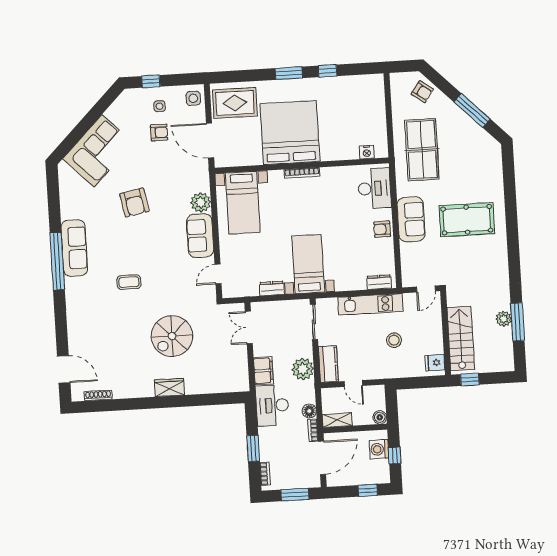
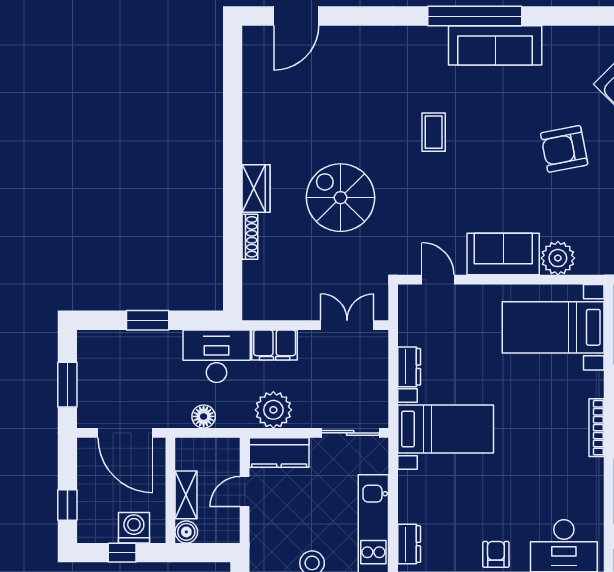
shoe rack: (98, 395) -> (250, 237), moved
shelving: (337, 420) -> (186, 495), moved
bookcase: (313, 430) -> (171, 421), removed
bookcase: (265, 474) -> (105, 337), removed

